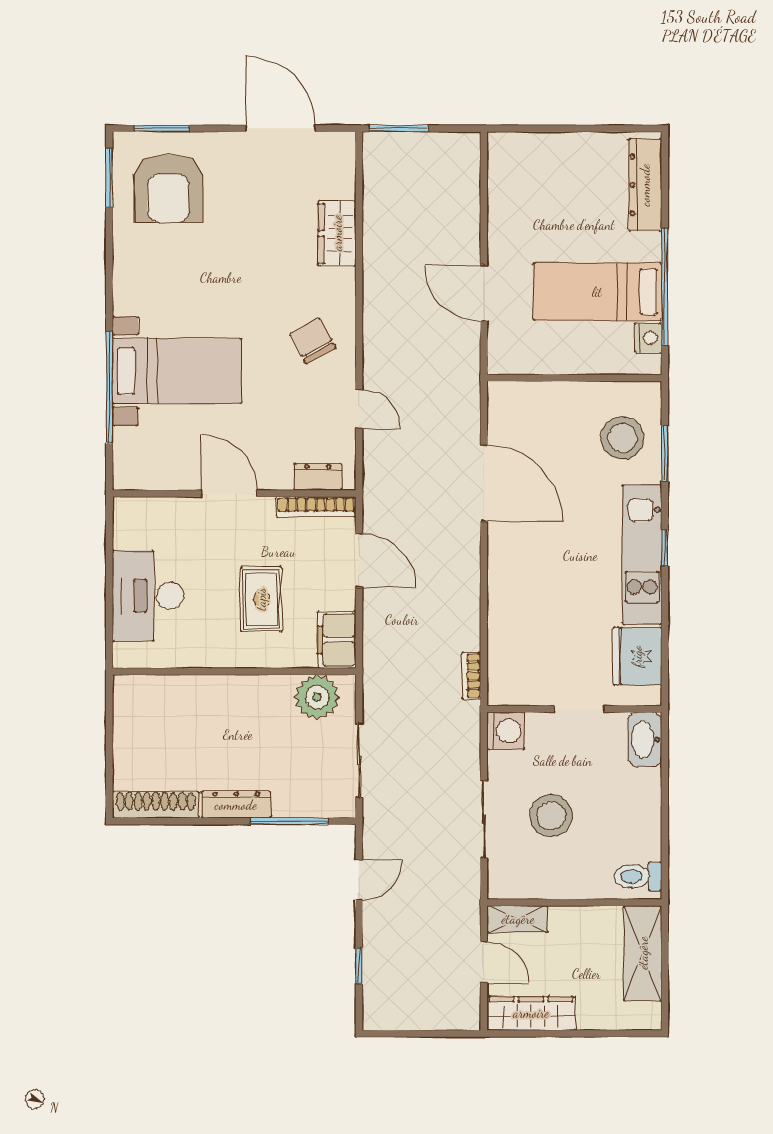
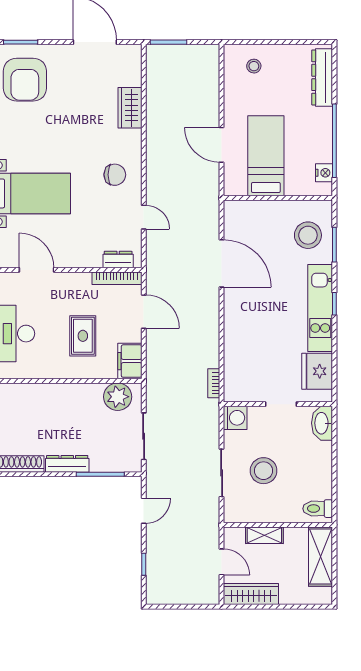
stool: (536, 167) -> (254, 66), added
bed: (597, 292) -> (266, 156), moved, turned 90
chair: (313, 341) -> (115, 175), turned 119
door: (229, 494) -> (37, 270), moved
shelving: (518, 919) -> (264, 535), moved

